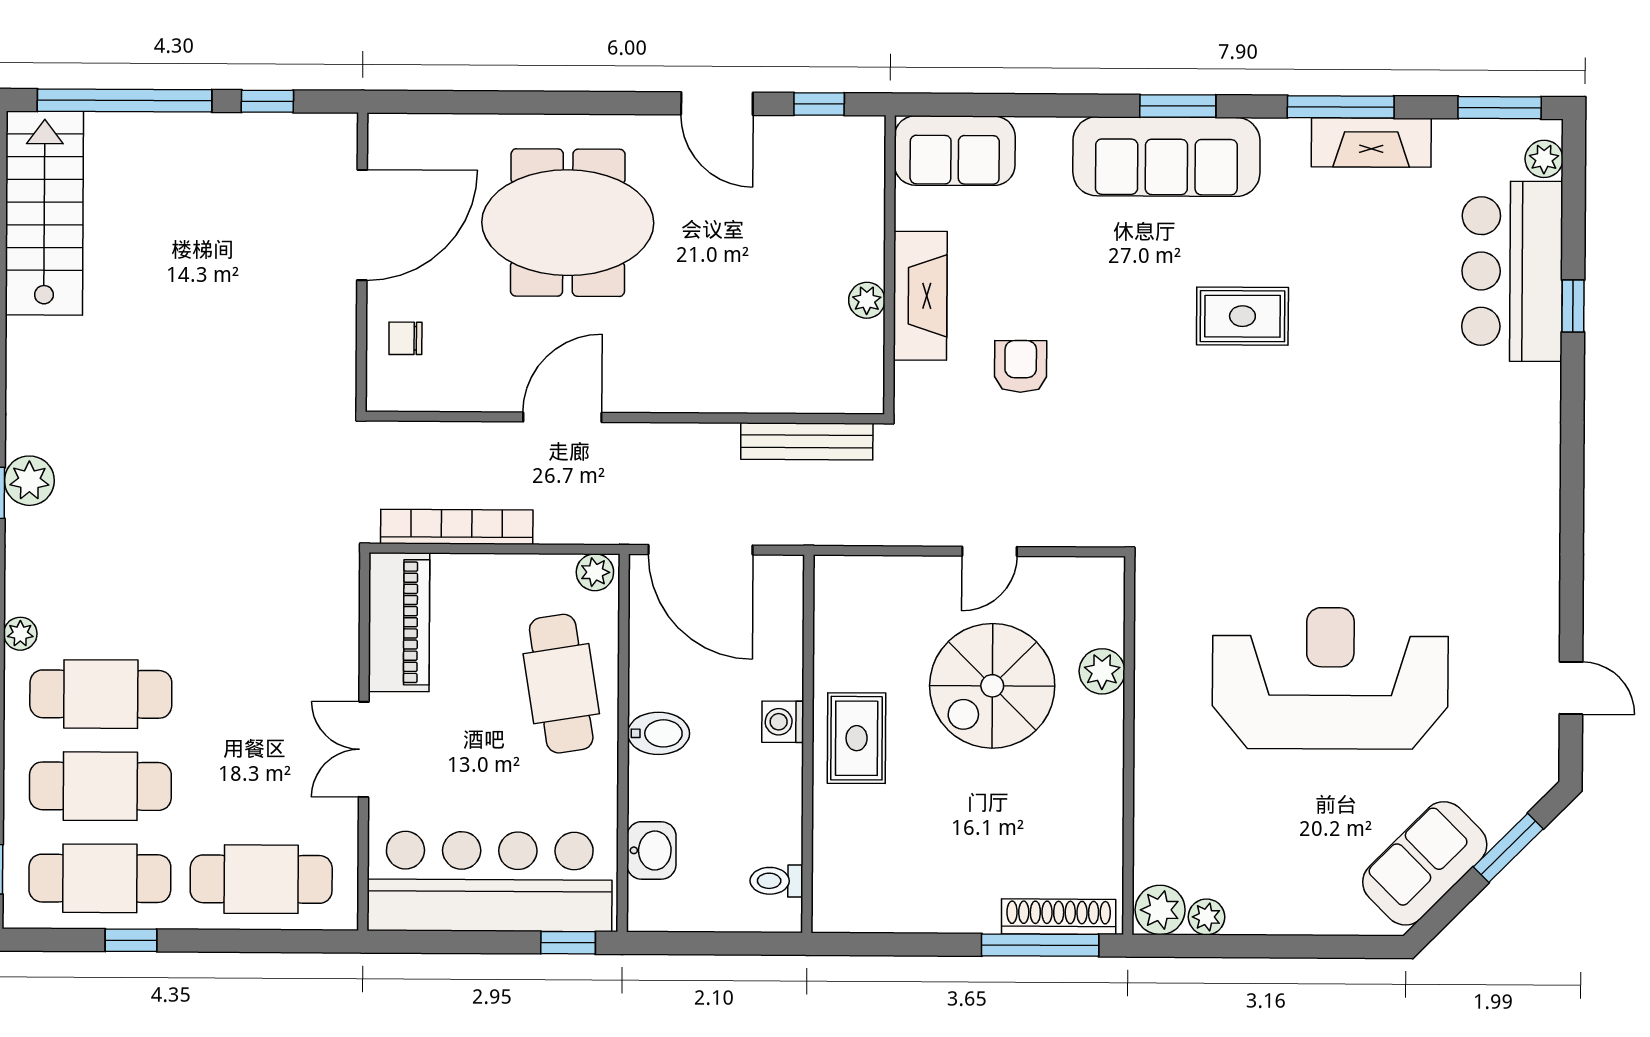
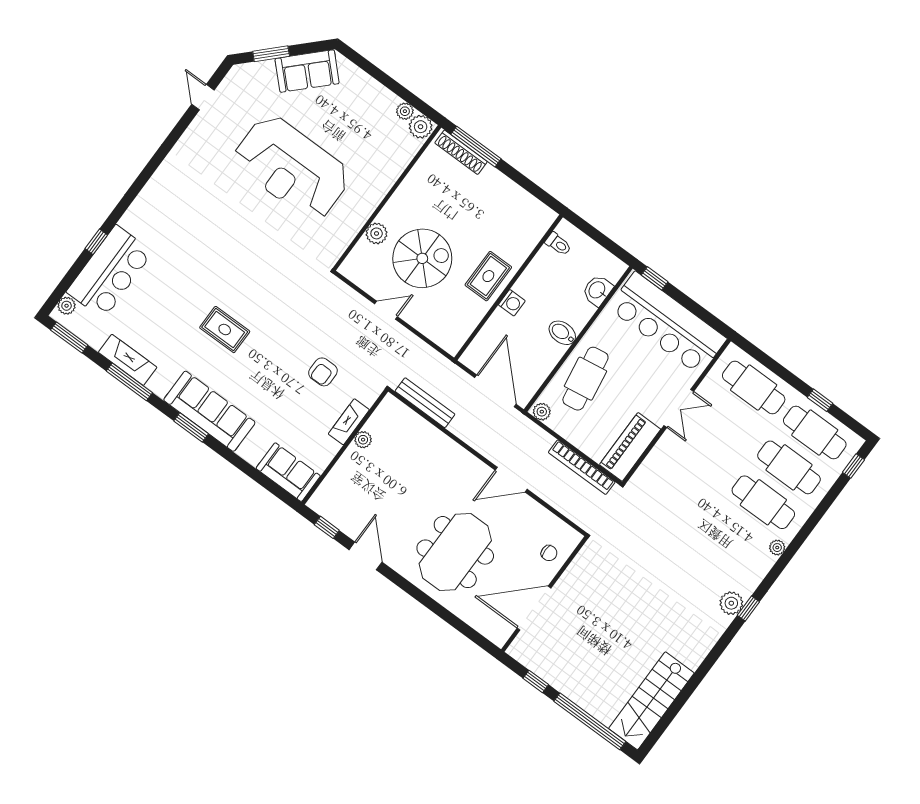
meeting table: (568, 223) -> (455, 552), turned 90
fireplace: (920, 296) -> (349, 422), width x0.73, depth x0.76

